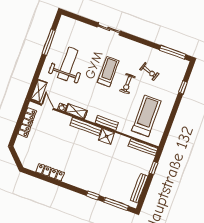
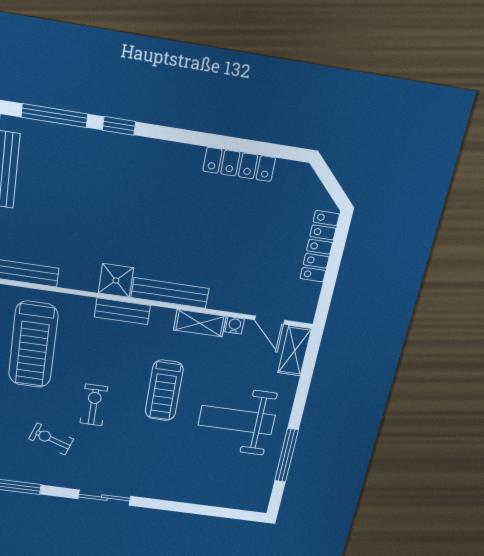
sliding door: (109, 29) -> (104, 498), moved
weight bench: (68, 64) -> (237, 420), turned 90
treadmill: (108, 72) -> (164, 390), moved
locker: (27, 122) -> (319, 247), moved

